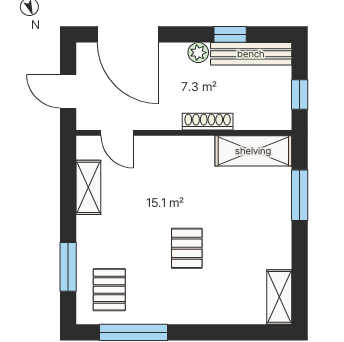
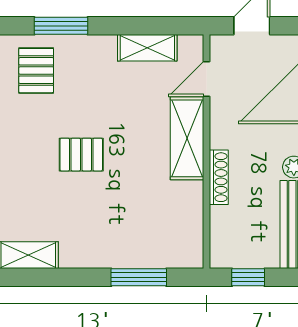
shelving: (253, 151) -> (187, 138), moved
pallet: (109, 290) -> (36, 71), turned 90

